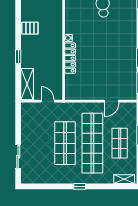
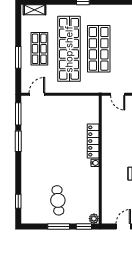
door: (112, 101) -> (37, 94), moved

